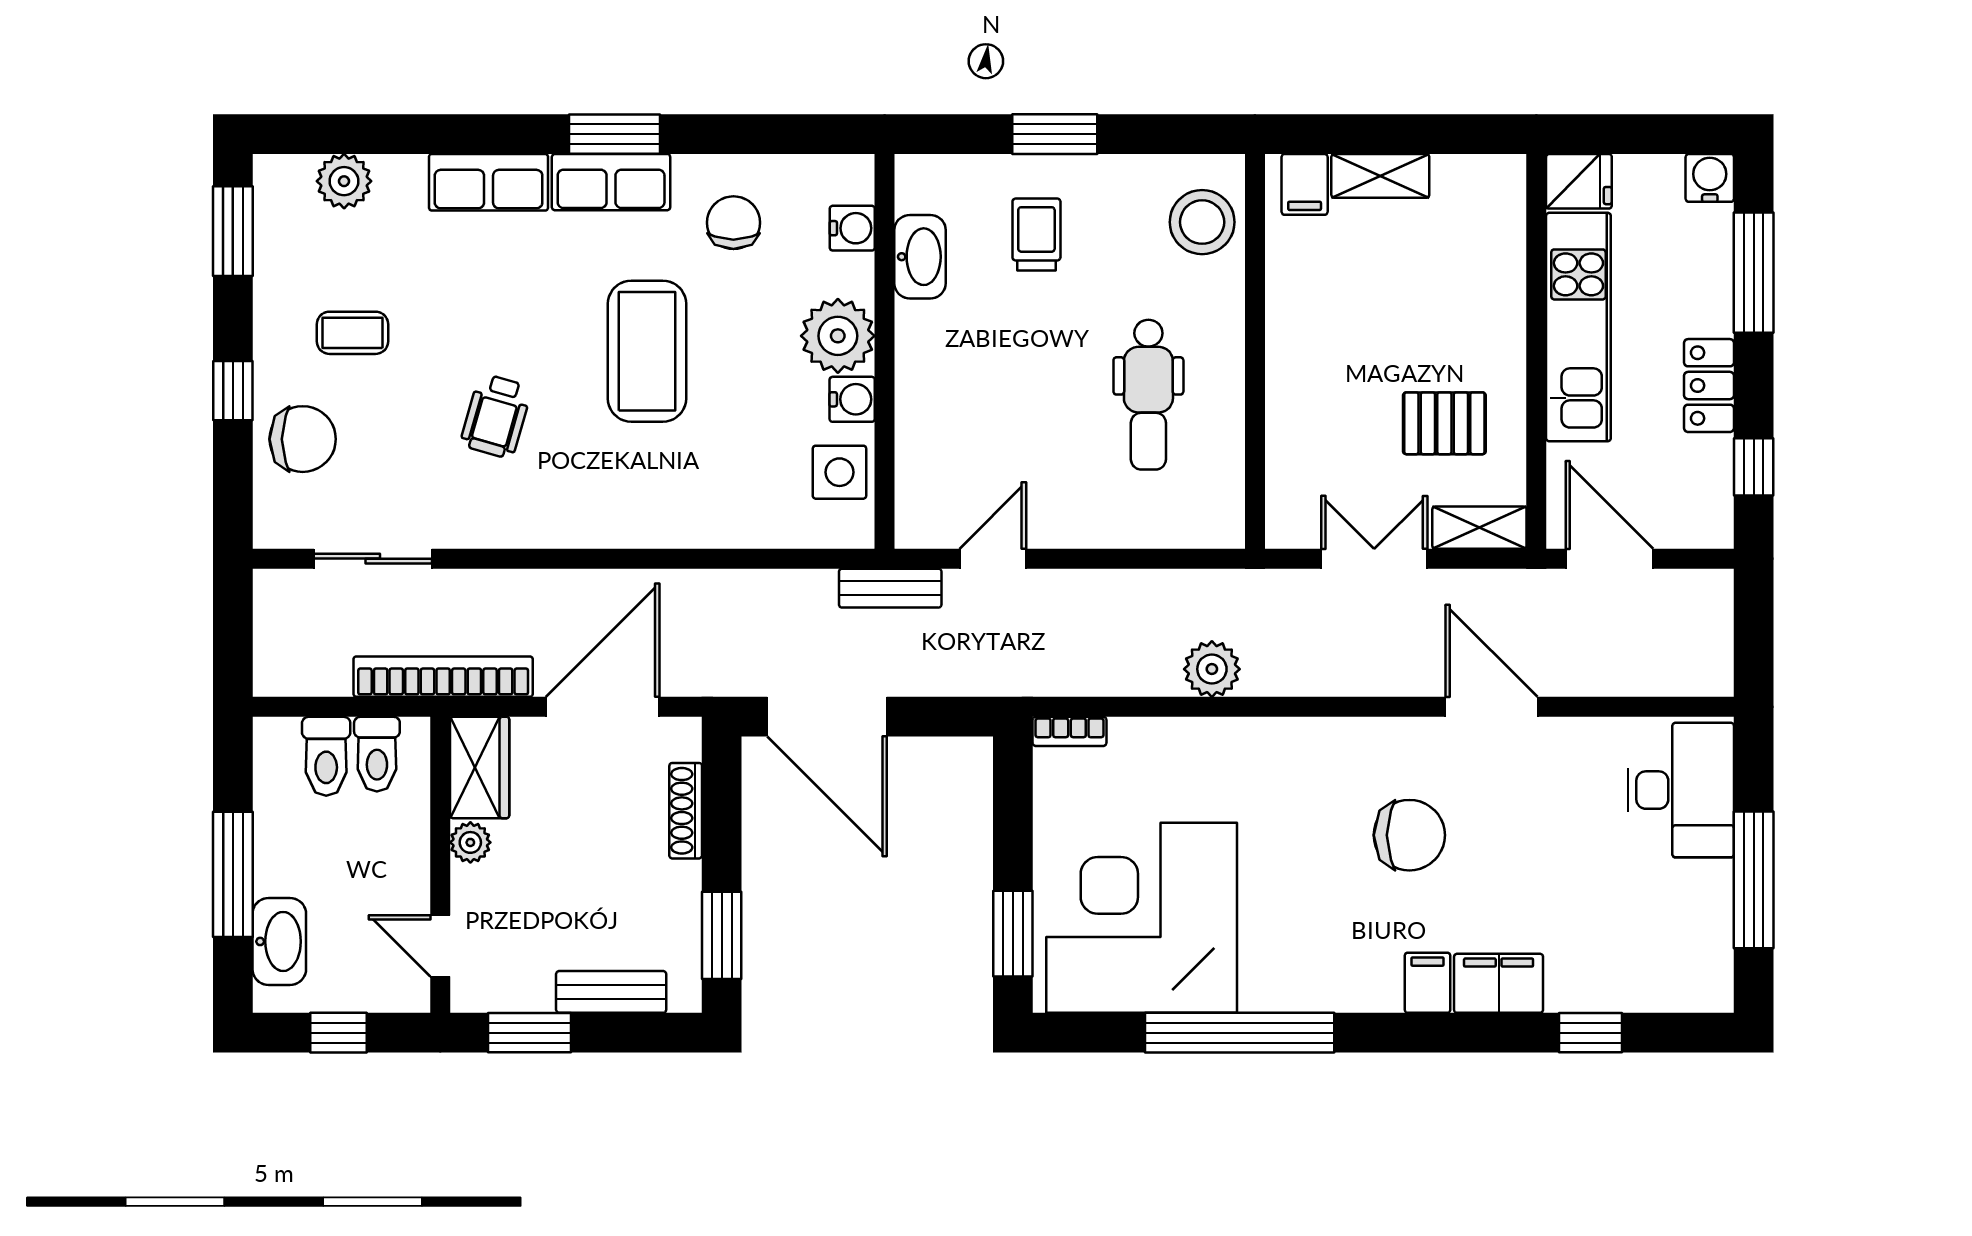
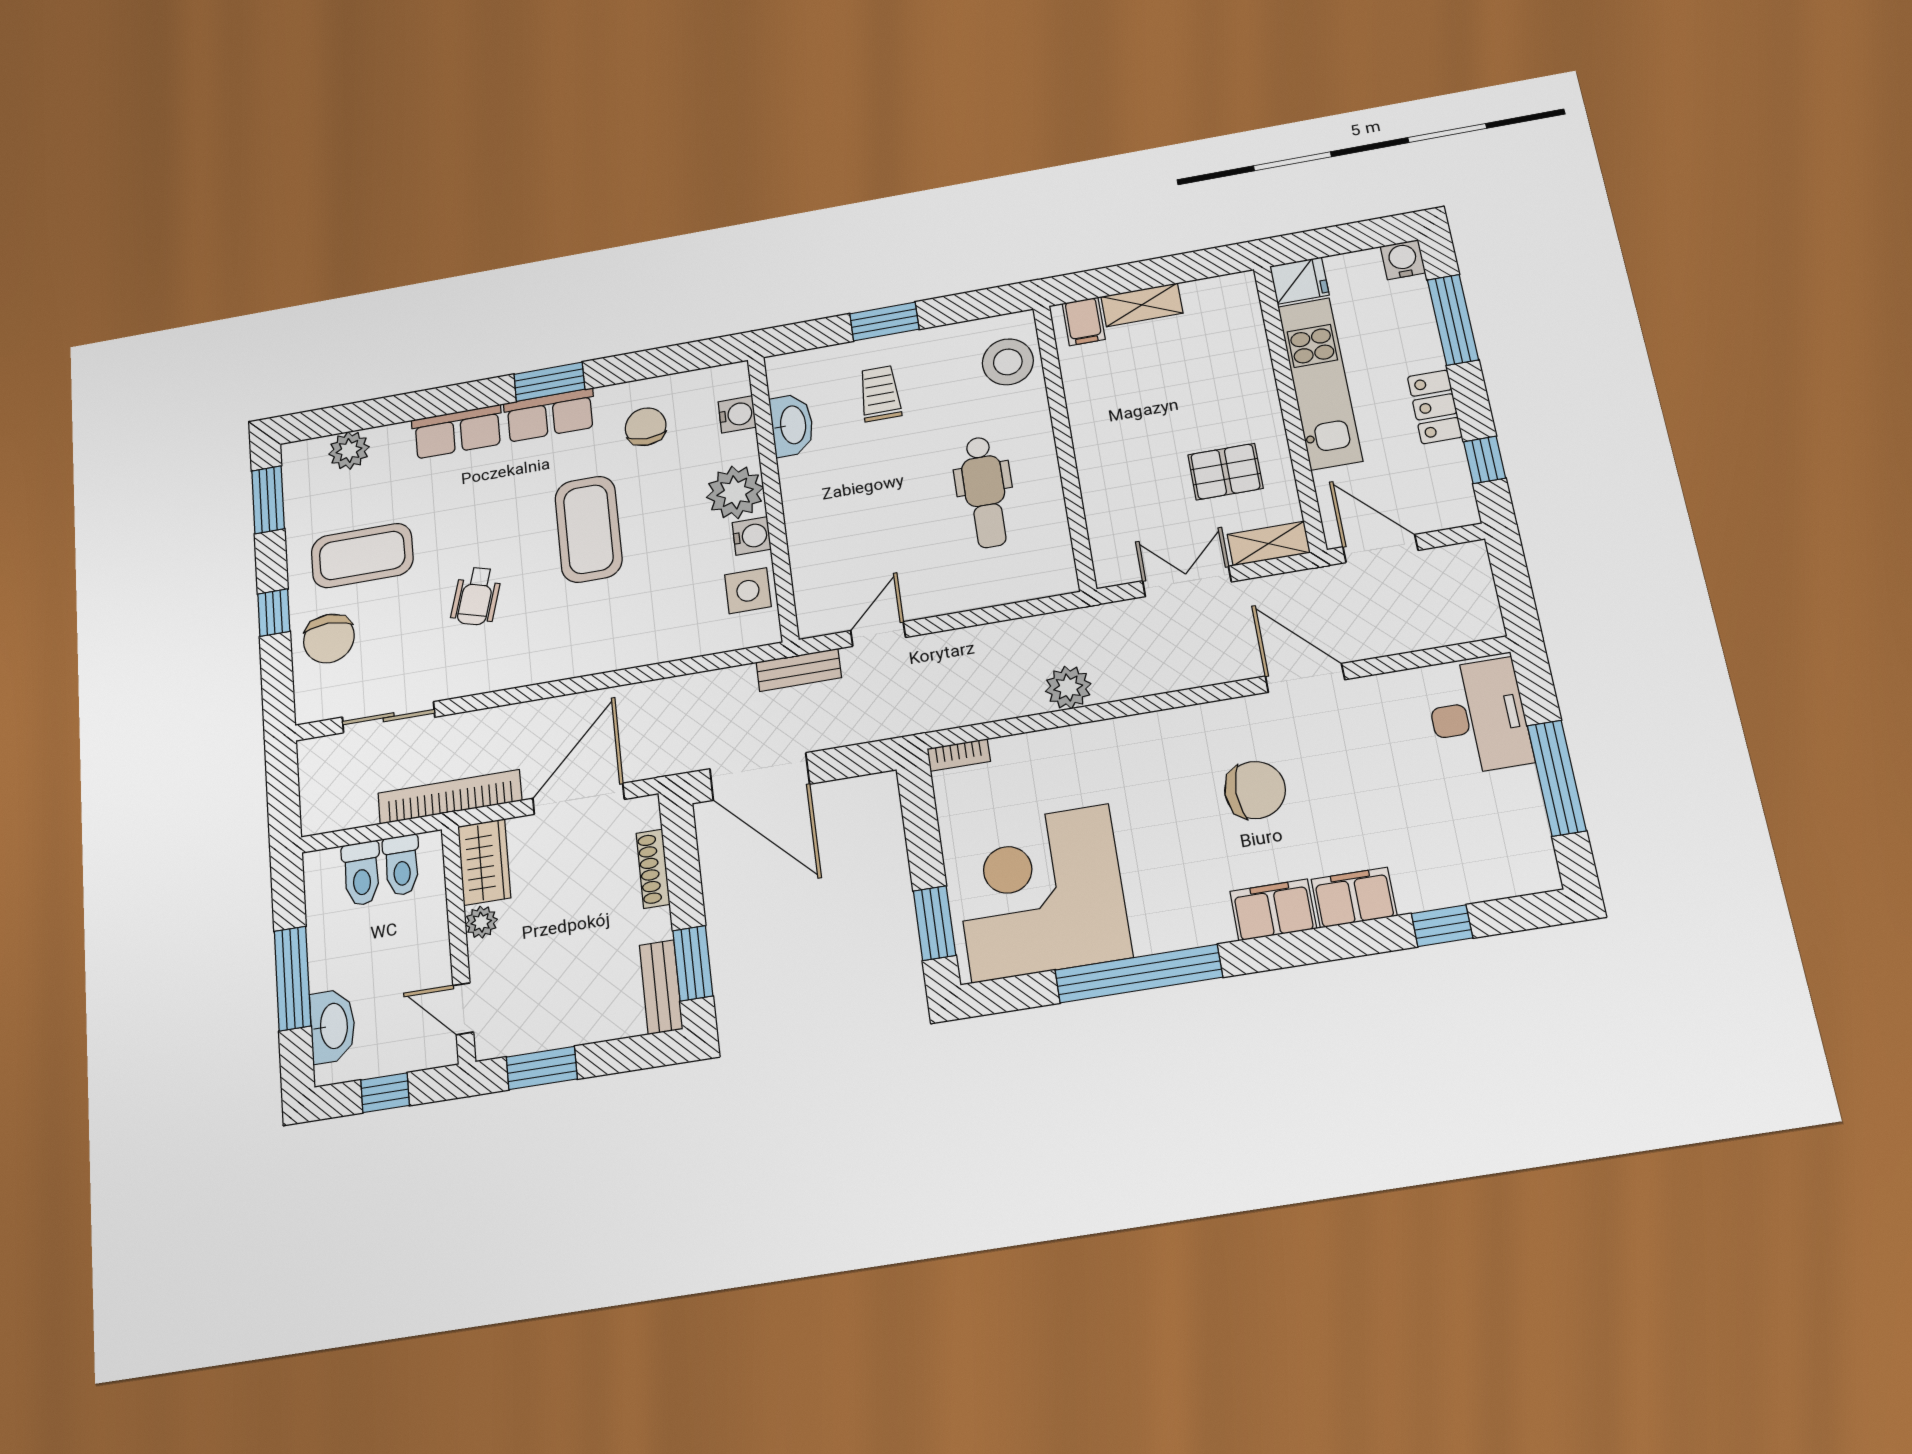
coffee table: (352, 333) -> (362, 555), width x1.86, depth x1.72
chair: (303, 439) -> (329, 638), turned 90
filing cabinet: (1428, 983) -> (1273, 910), width x2.00
bench: (611, 992) -> (661, 987), moved, turned 90

